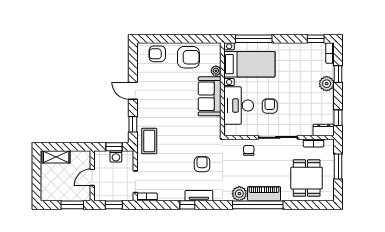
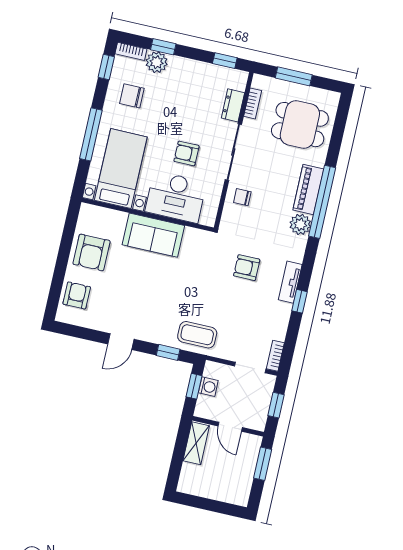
window: (254, 39) -> (91, 134), moved
armchair: (157, 54) -> (77, 295), turned 180
armchair: (188, 57) -> (91, 252), turned 180
chair: (300, 60) -> (132, 96), added
plant: (216, 71) -> (119, 218), removed
plant: (327, 84) -> (157, 62), moved
dresser: (324, 130) -> (233, 105), moved
shelving: (56, 157) -> (196, 443), moved

